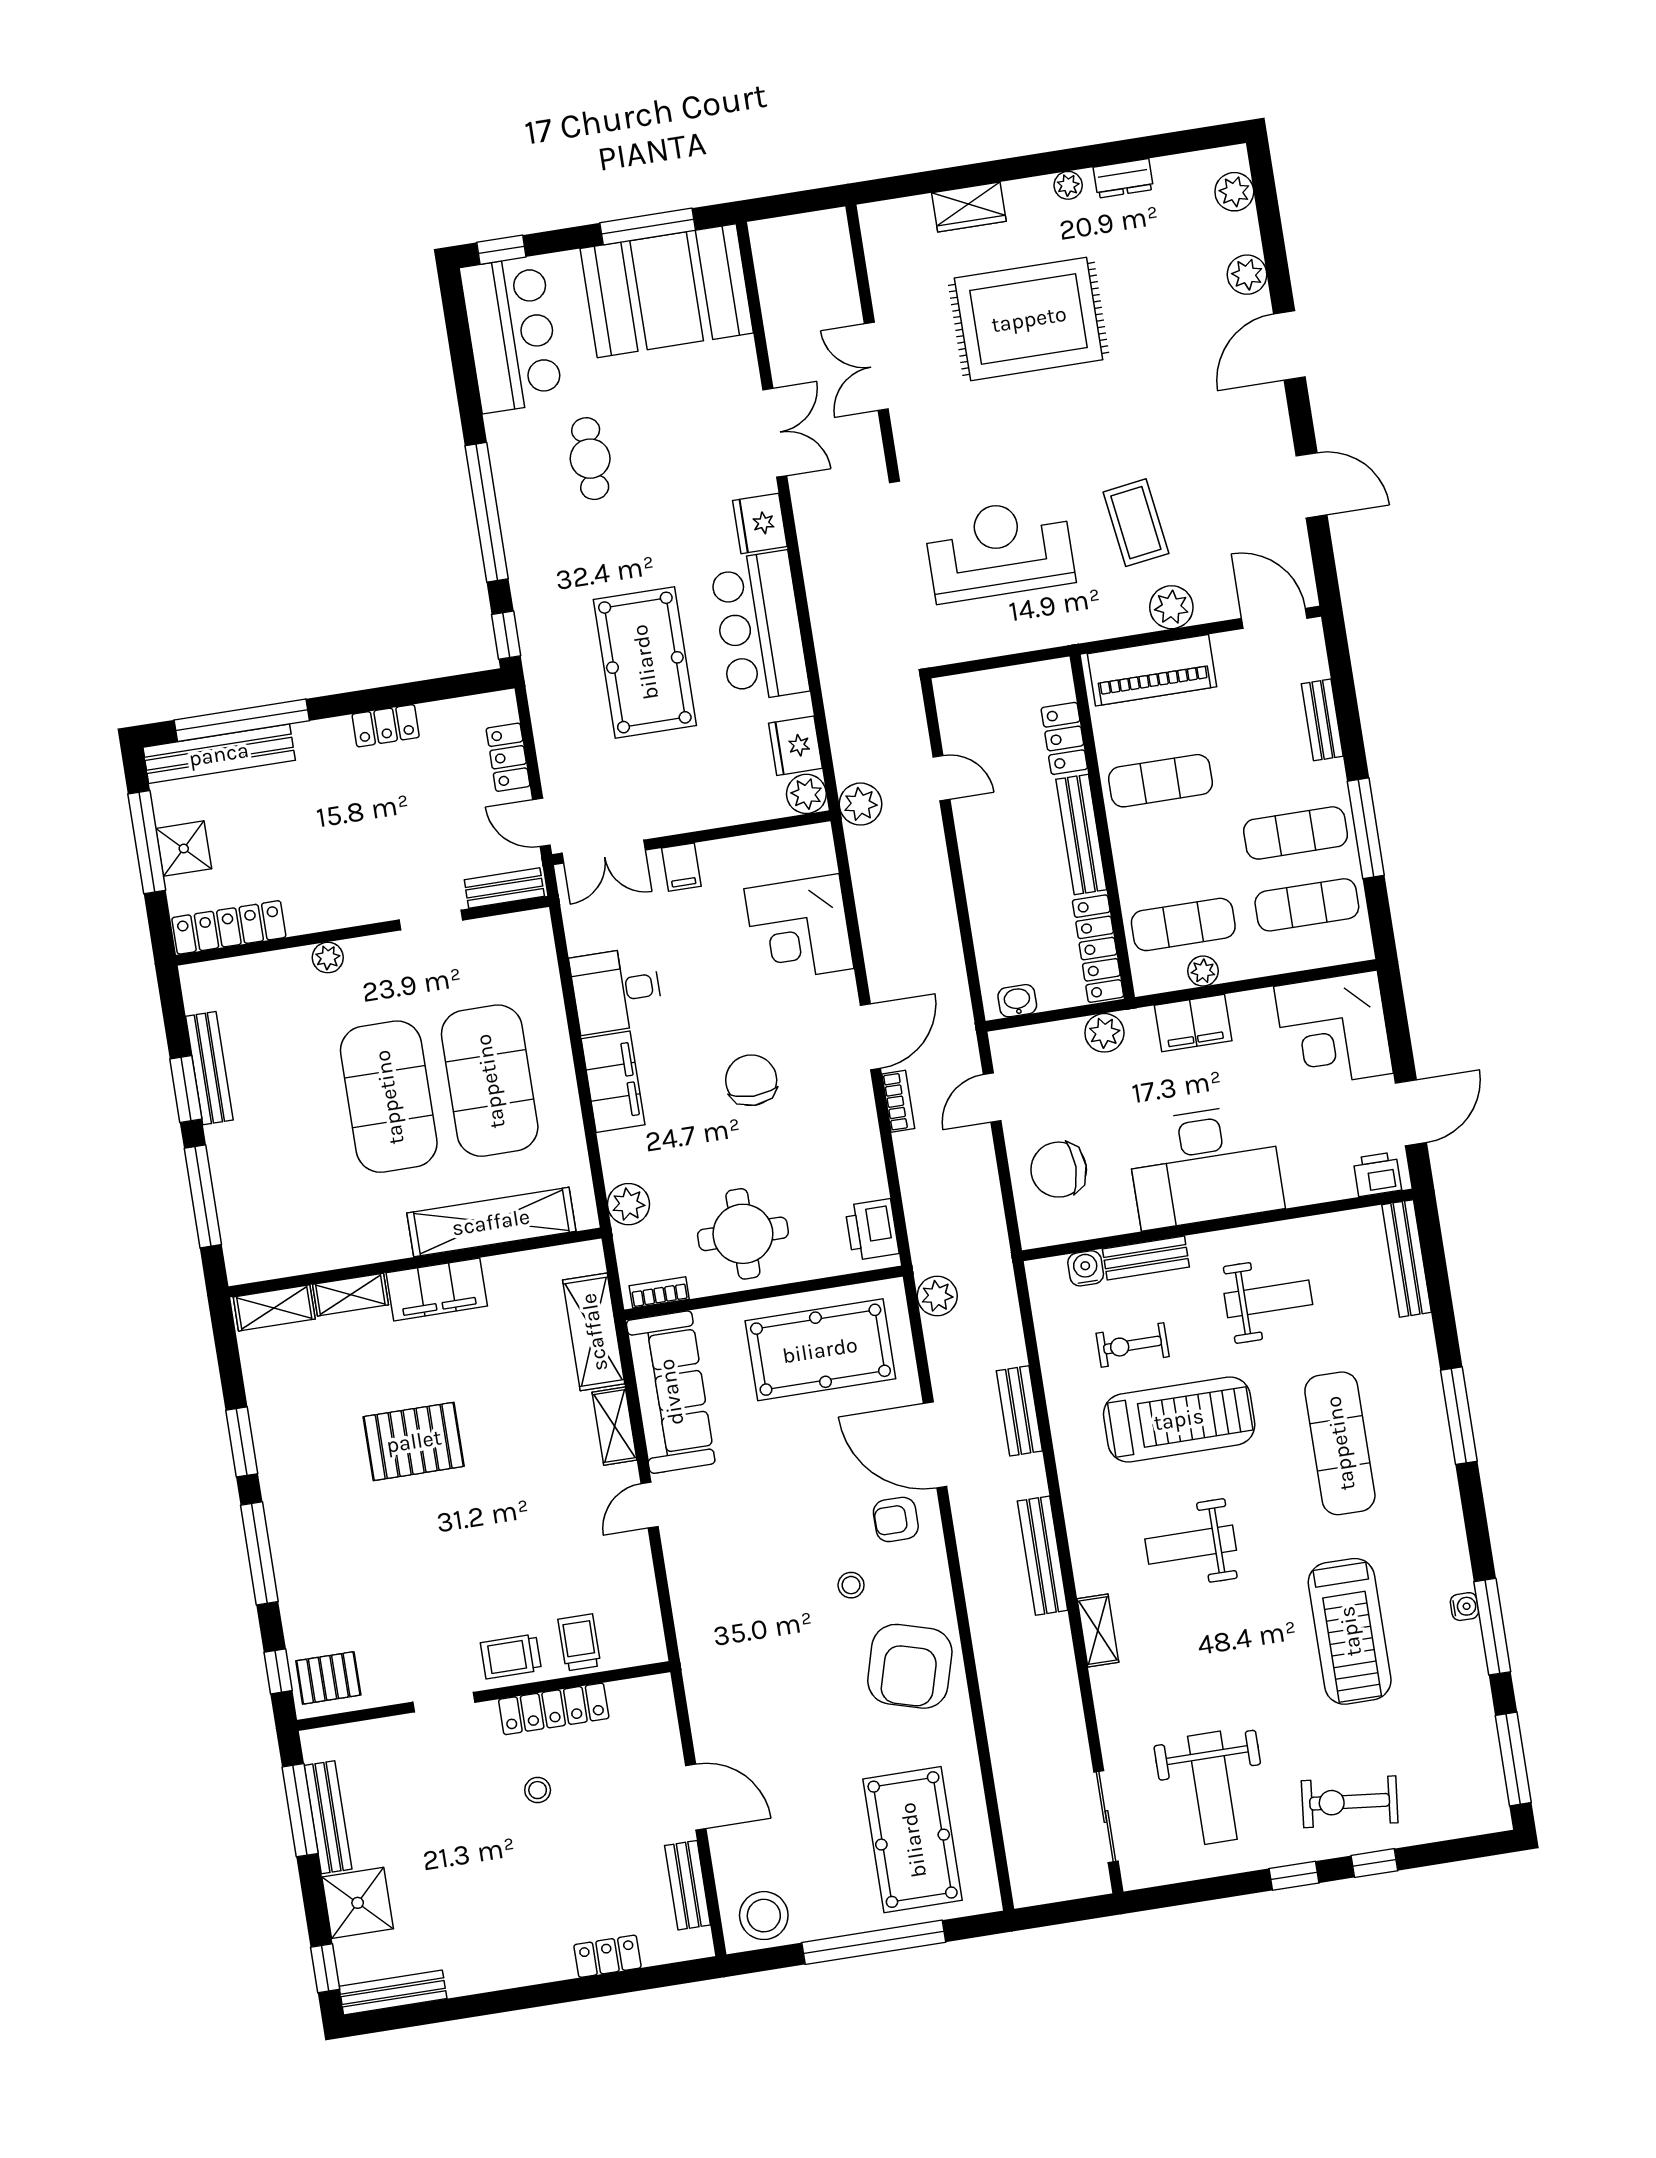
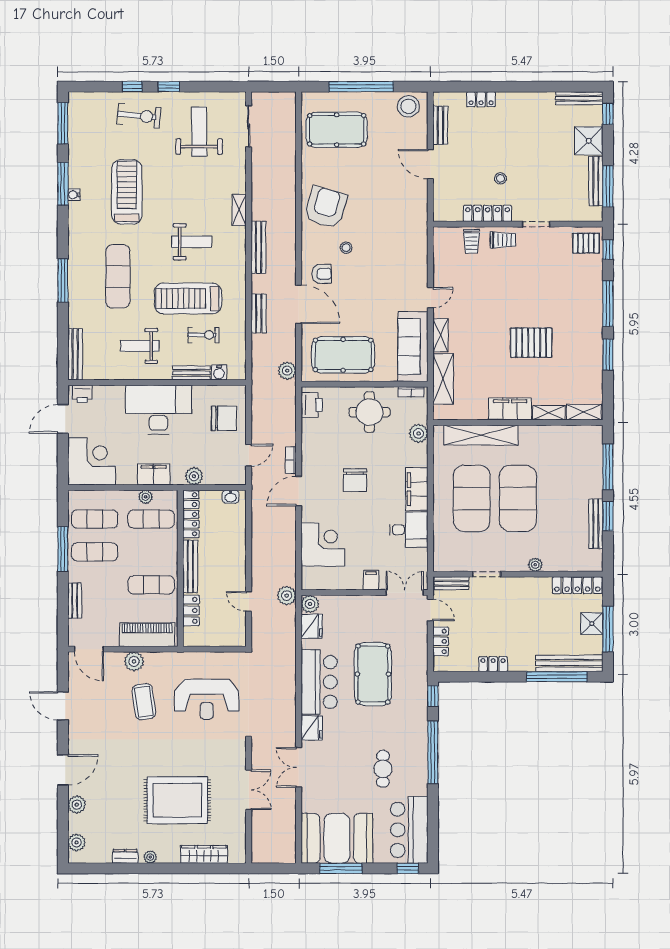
wardrobe: (969, 207) -> (204, 854), width x1.50
pool table: (913, 1840) -> (337, 130), turned 90

